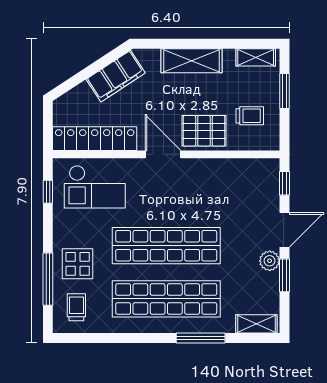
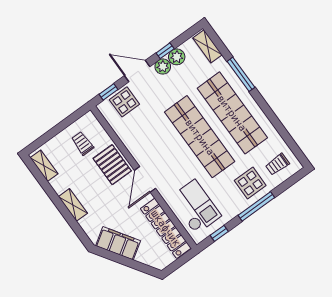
shelving: (192, 61) -> (73, 205), width x0.67, depth x0.75
window: (284, 91) -> (52, 133), removed
display table: (261, 192) -> (124, 102), added
window: (284, 275) -> (165, 51), width x0.67
window: (48, 279) -> (256, 206), moved
plant: (269, 283) -> (177, 57), added

